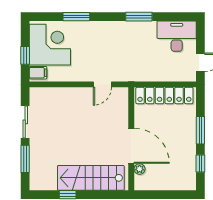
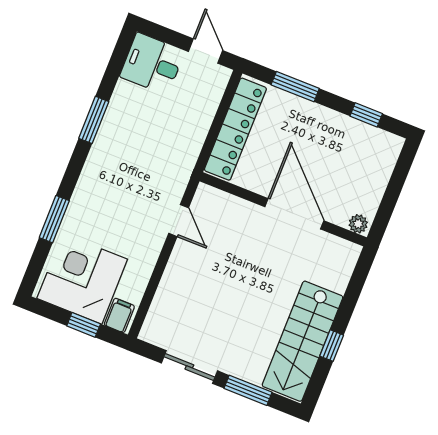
desk: (177, 36) -> (152, 64), width x0.73
window: (200, 130) -> (295, 87), moved
door: (131, 146) -> (294, 214), hinge flipped
plant: (140, 169) -> (358, 224), moved
stairs: (91, 178) -> (303, 341), moved

